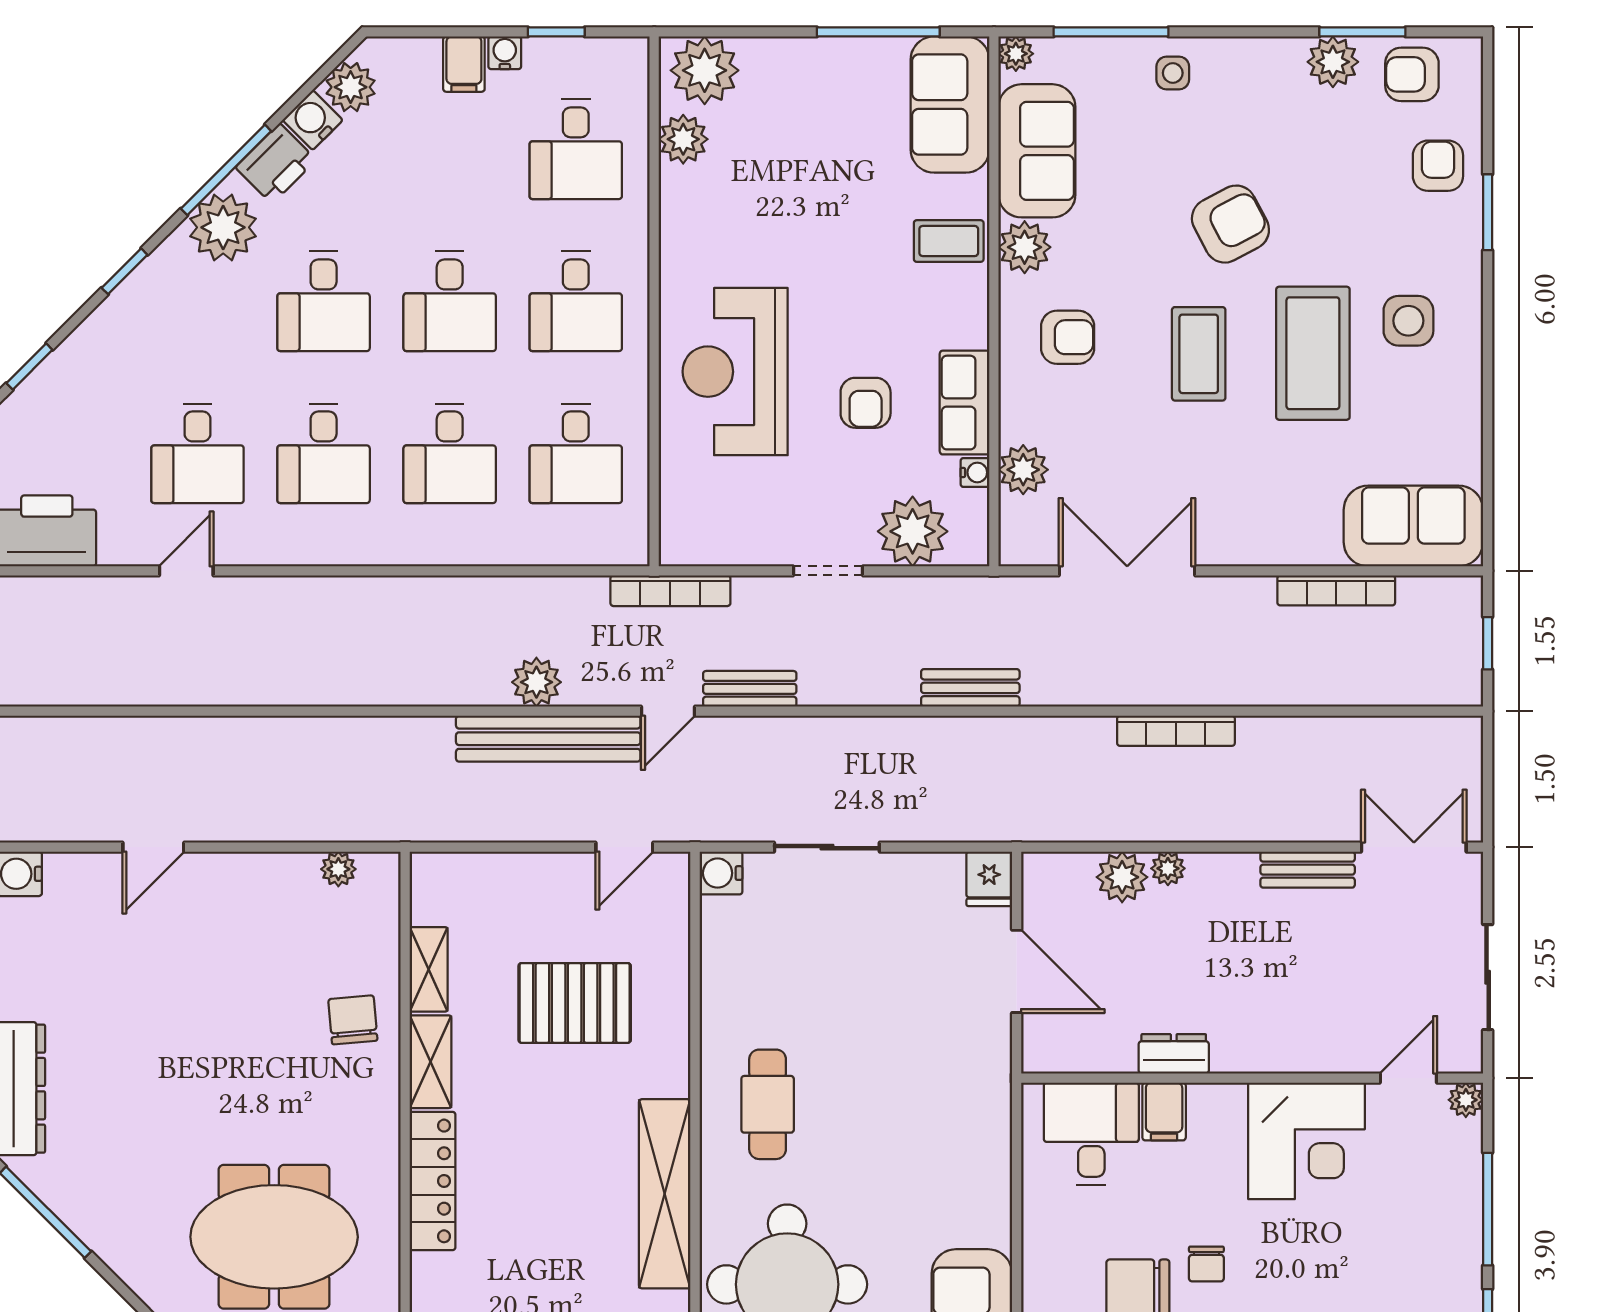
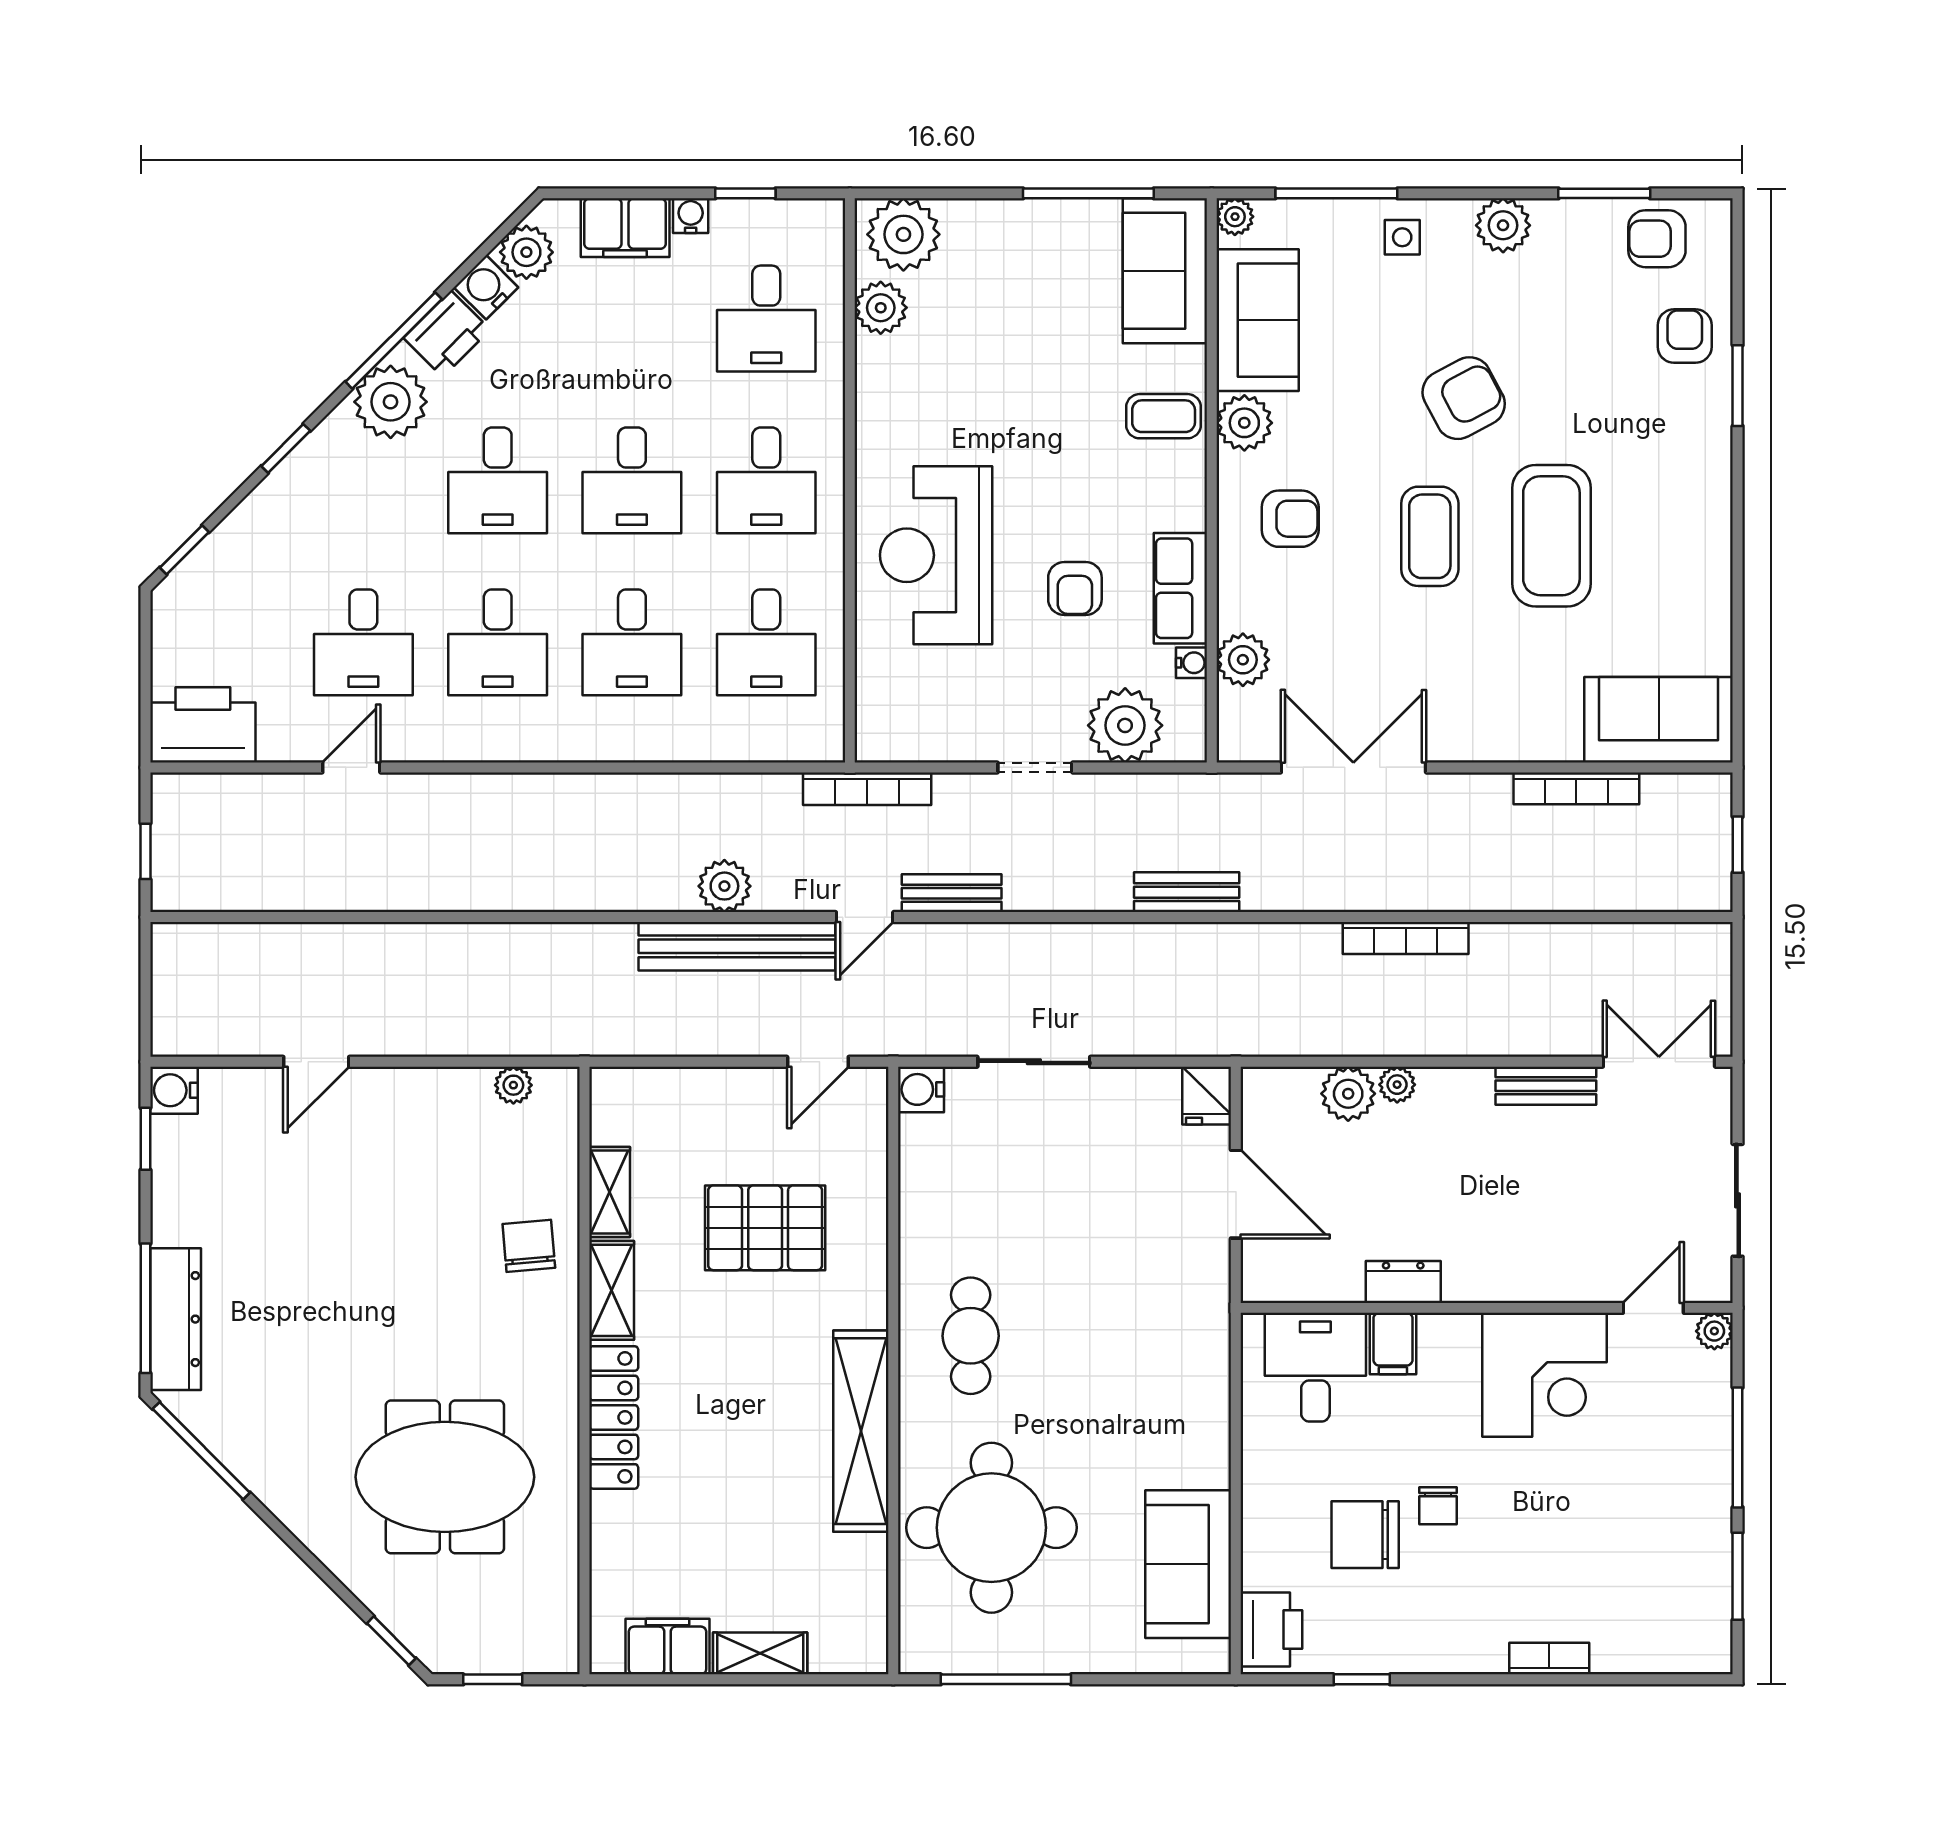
plant: (1333, 62) -> (1503, 225), moved
filing cabinet: (464, 64) -> (625, 228), width x2.00
side table: (1408, 321) -> (1653, 501), removed

